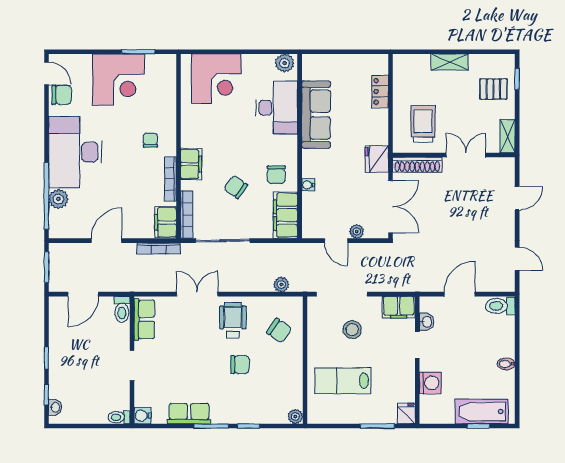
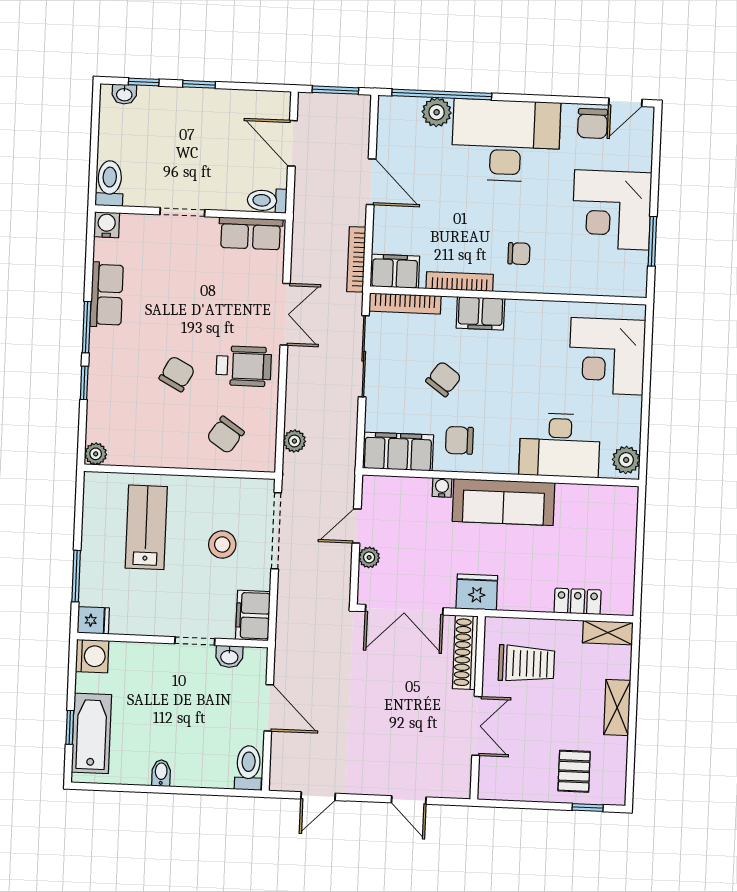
sofa: (316, 115) -> (504, 502), moved
shelving: (507, 136) -> (608, 633), moved
chair: (240, 365) -> (177, 374), turned -152
washing machine: (430, 383) -> (92, 656), moved, turned -90
toilet: (119, 417) -> (110, 183), width x1.37, depth x1.39

